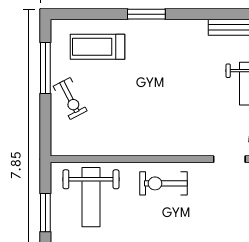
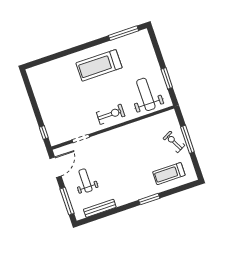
treadmill: (98, 47) -> (169, 174), turned 180
window: (45, 68) -> (187, 139), moved

